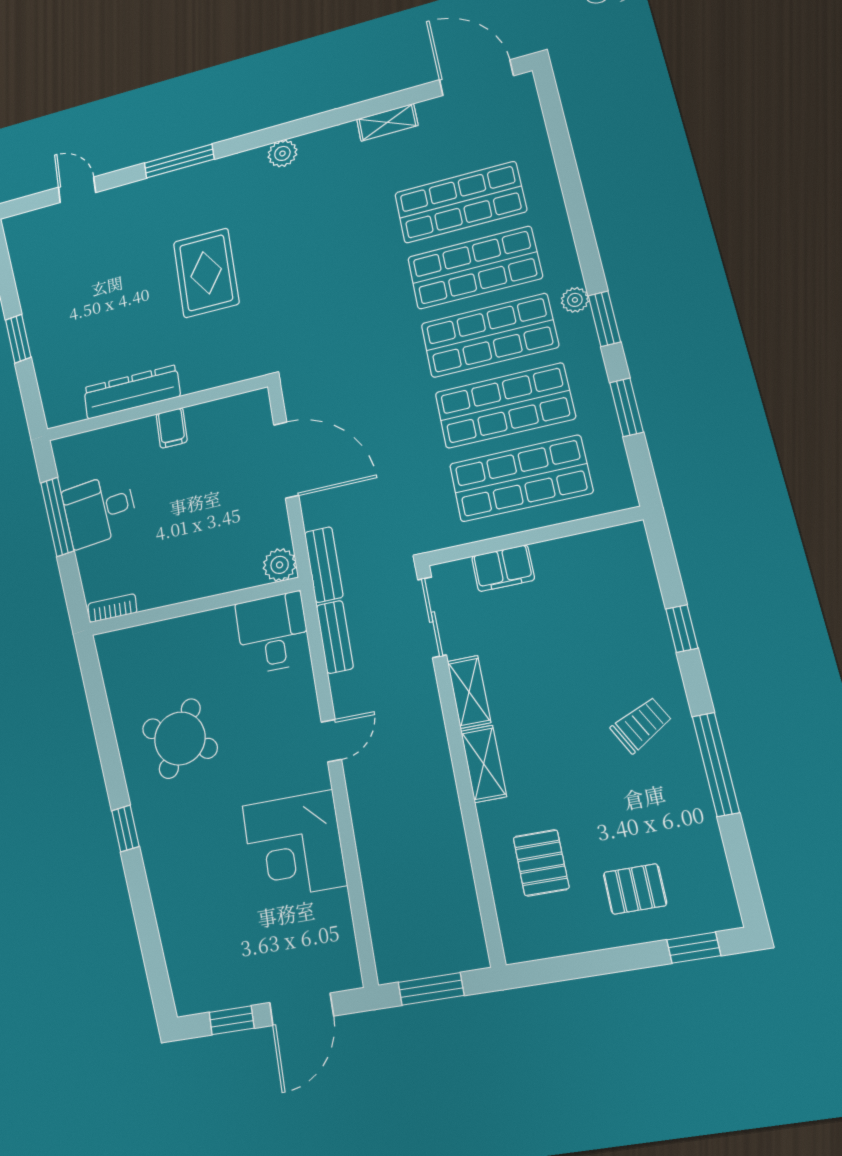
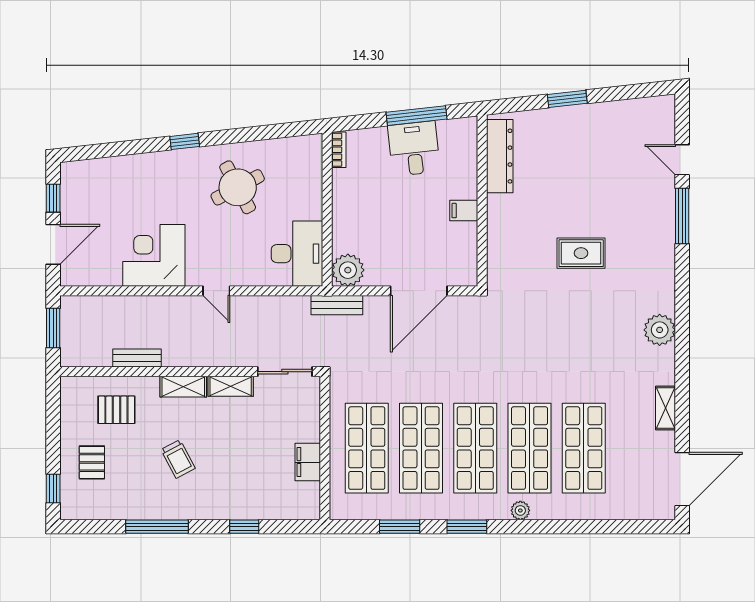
plant: (282, 153) -> (660, 330), width x1.36, depth x1.36
window: (179, 161) -> (682, 216), moved
door: (77, 190) -> (682, 160), swing flipped
rug: (206, 273) -> (581, 253), width x0.73, depth x0.70
plant: (575, 300) -> (520, 510), moved
dresser: (132, 392) -> (500, 156), moved
plant: (280, 565) -> (348, 270), width x1.36, depth x1.36
filing cabinet: (503, 568) -> (308, 462), moved
desk: (273, 633) -> (297, 254), width x1.37
bench: (335, 637) -> (137, 358), moved
trolley: (641, 725) -> (178, 459), moved
round table: (180, 738) -> (238, 187), turned 33
door: (301, 1009) -> (53, 244), swing flipped

